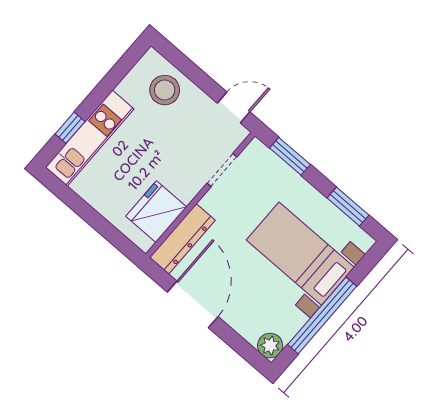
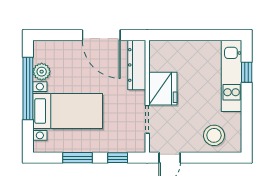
window: (290, 156) -> (118, 158), width x0.67
window: (348, 206) -> (77, 158), moved
fridge: (156, 212) -> (163, 89), moved
plant: (270, 346) -> (42, 72), moved

